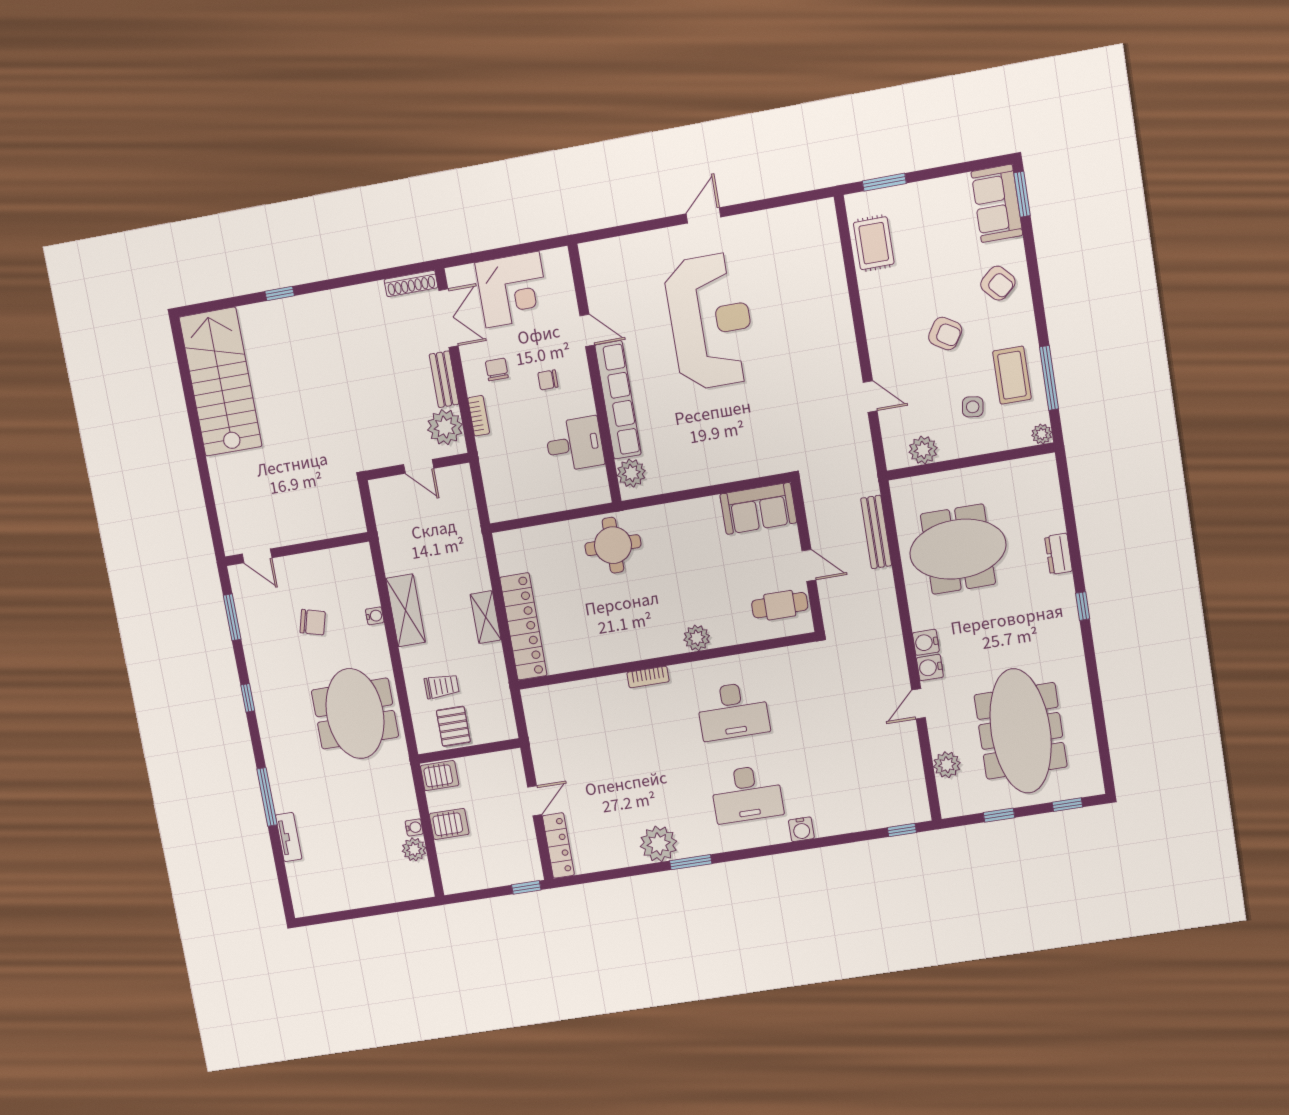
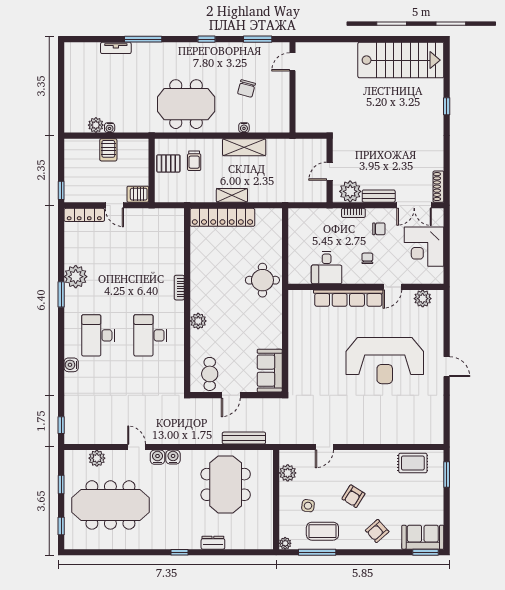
plant: (631, 473) -> (423, 299), moved
server rack: (440, 776) -> (138, 194), moved, turned 90

